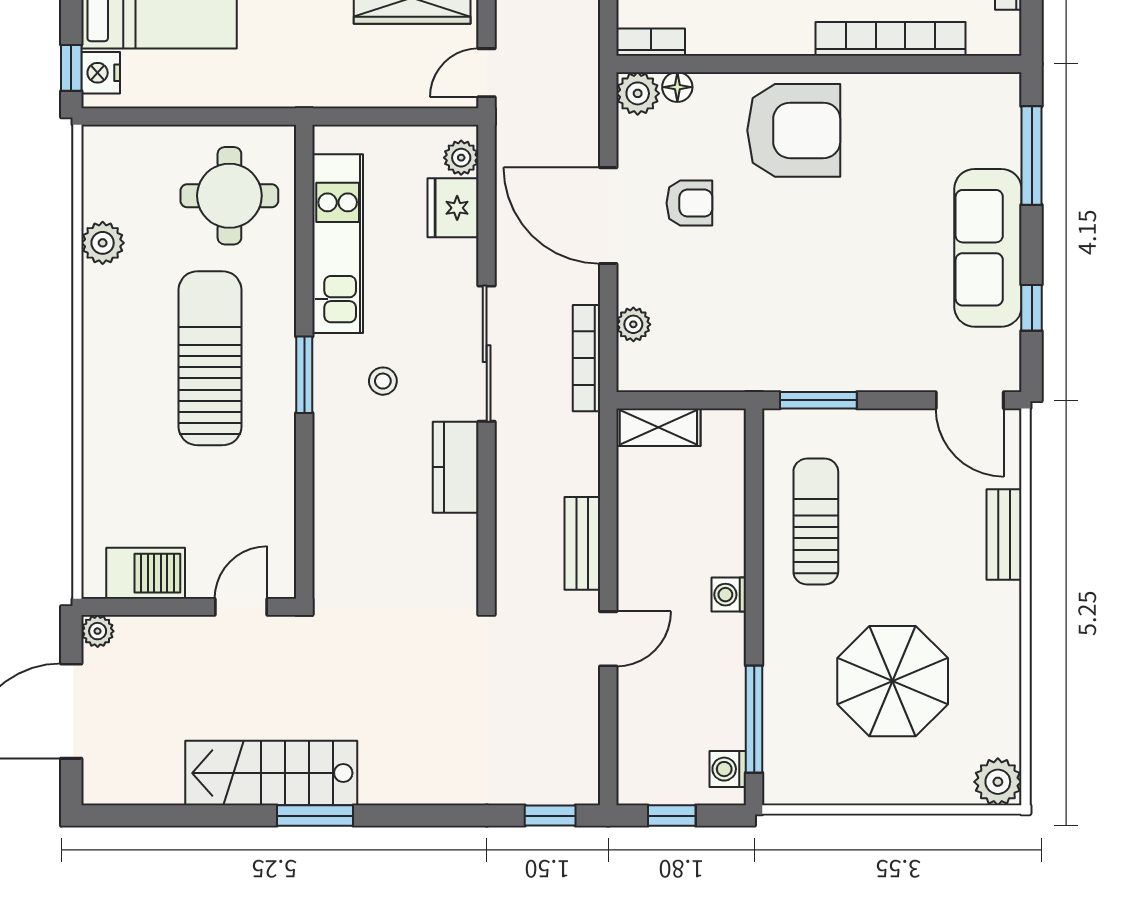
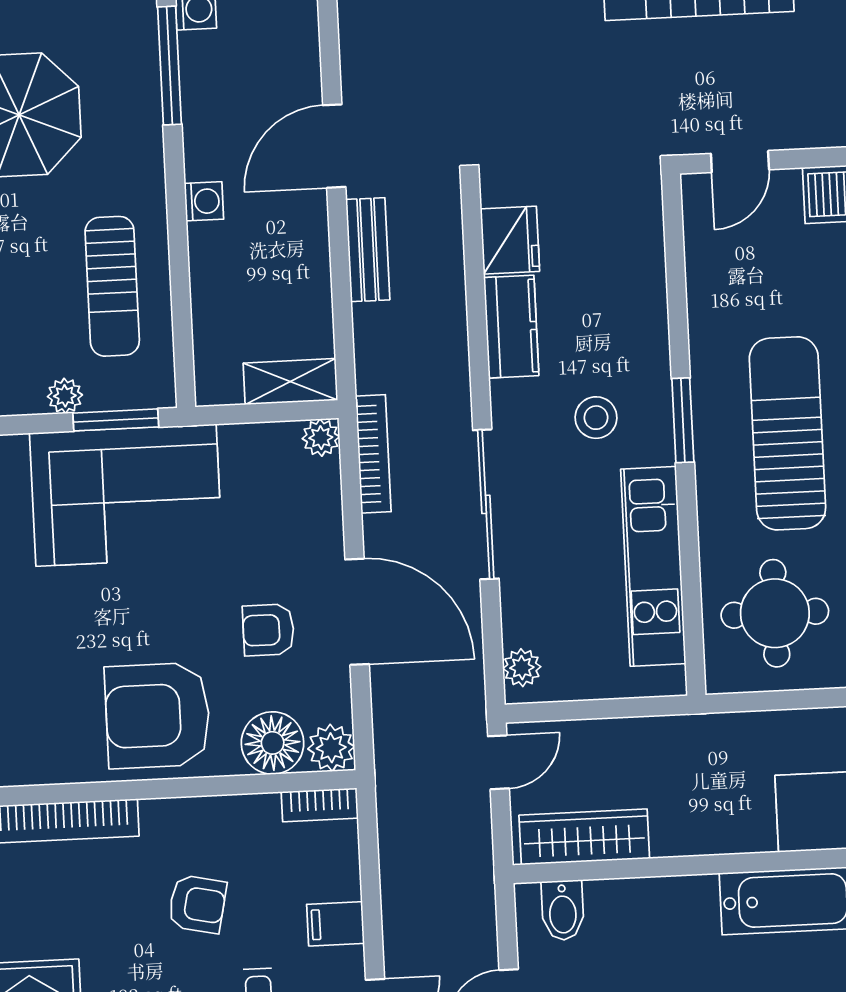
floor lamp: (677, 87) -> (273, 743), width x1.89, depth x1.89
fridge: (453, 208) -> (510, 240), moved
plant: (633, 324) -> (321, 438), moved
corner sofa: (813, 332) -> (126, 495), added
sliding door: (487, 354) -> (486, 504), moved
sun lounger: (210, 358) -> (787, 433), turned 180
stool: (383, 381) -> (596, 418), width x1.37, depth x1.37
plant: (864, 424) -> (65, 396), added
door: (608, 639) -> (334, 146), width x1.38

